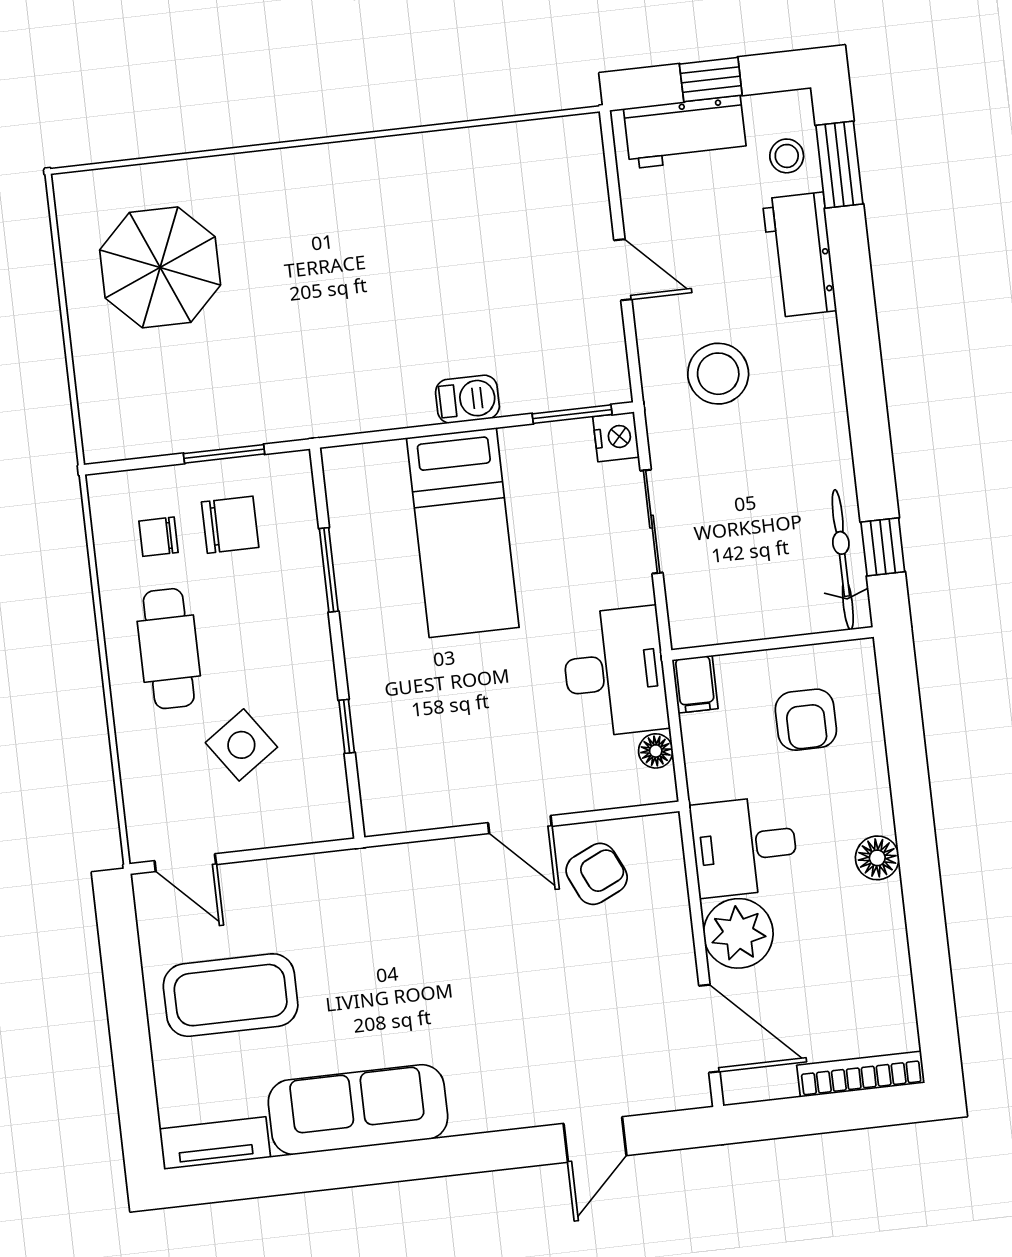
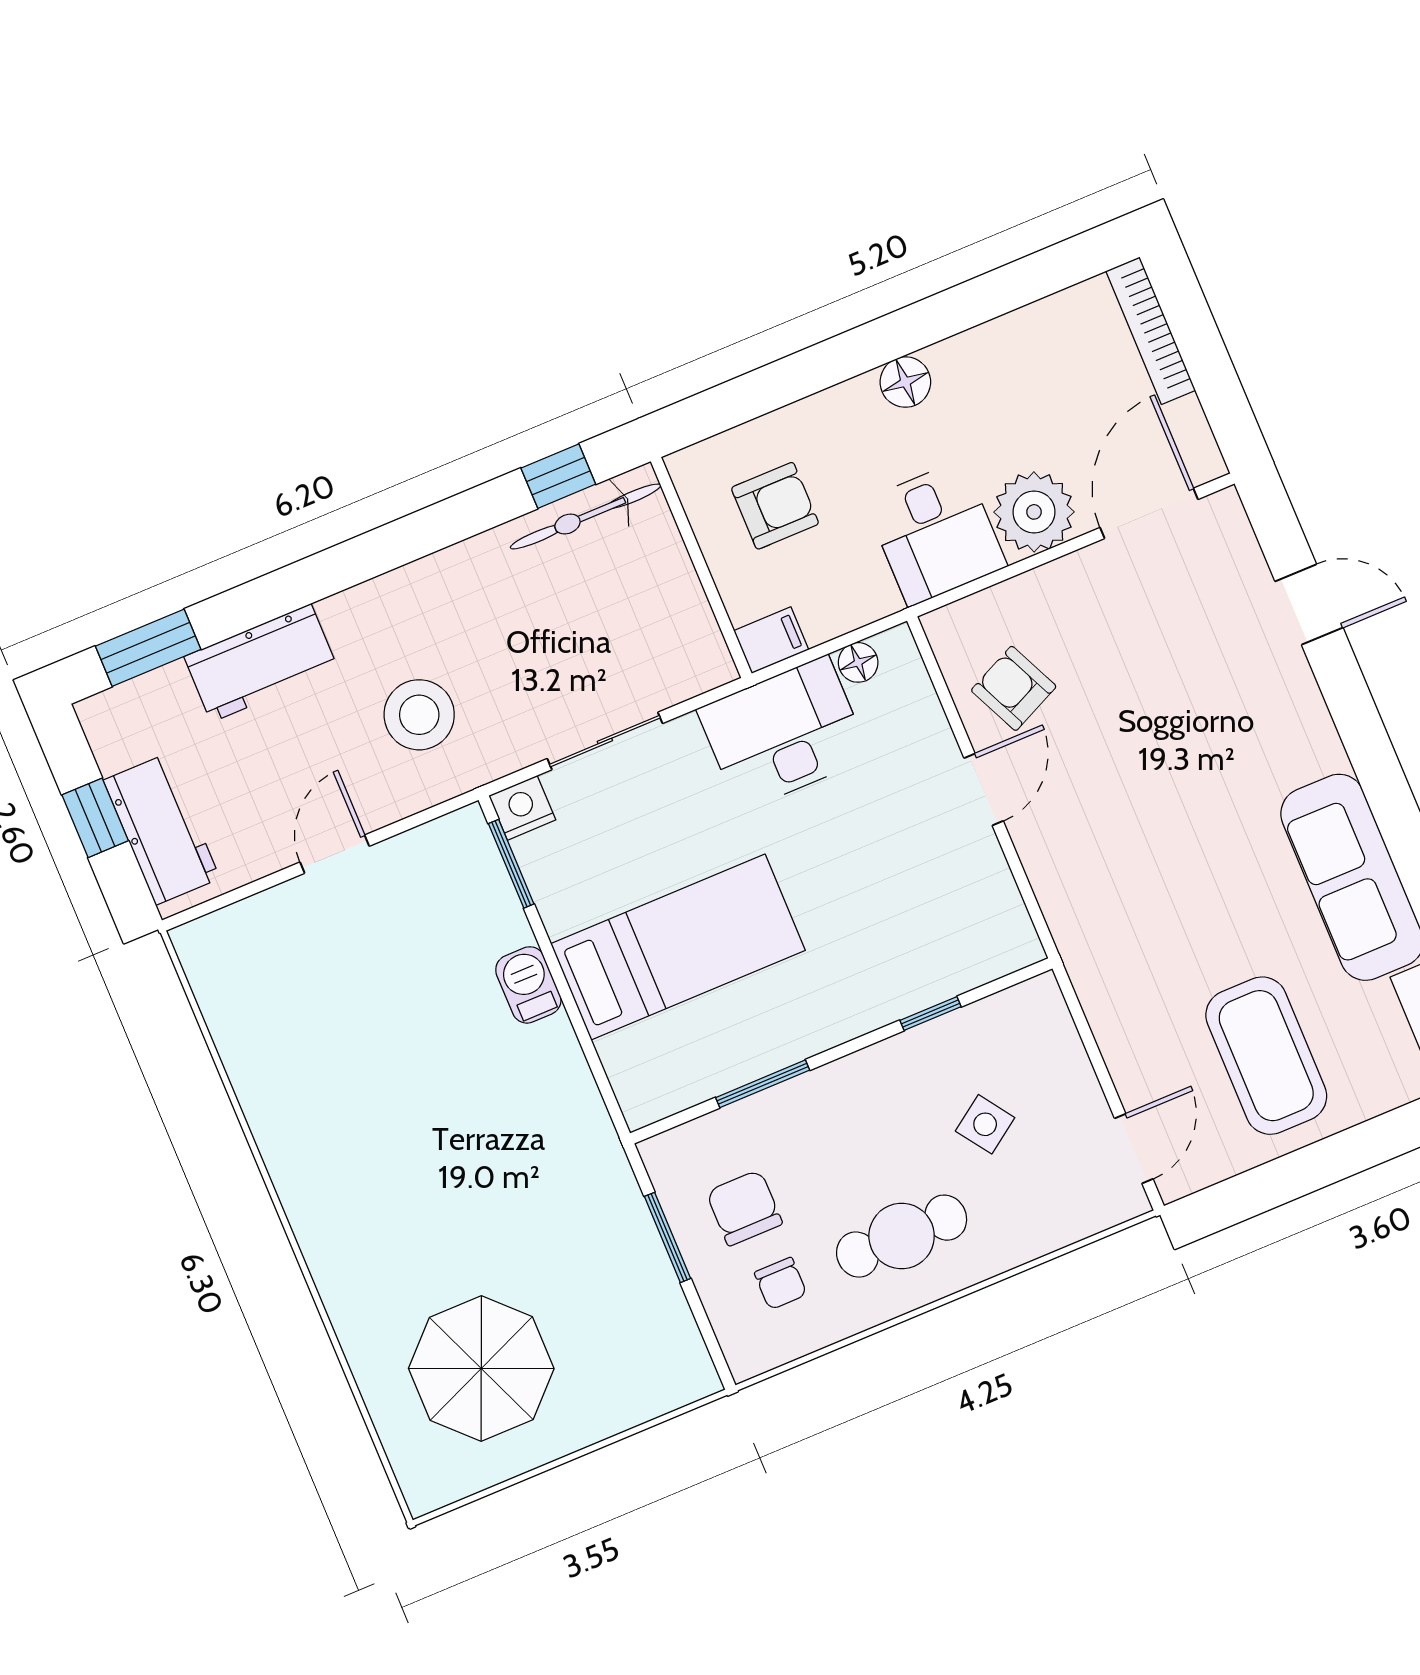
stool: (787, 156) -> (155, 709), removed
side table: (241, 745) -> (985, 1124), width x0.73, depth x0.73

